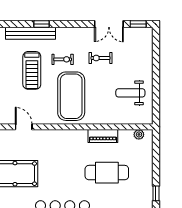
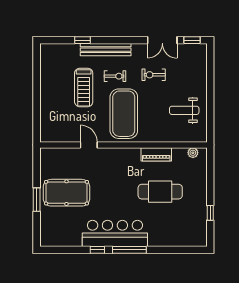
window: (41, 24) -> (82, 40), moved
bench: (31, 33) -> (106, 50), moved
door: (24, 127) -> (89, 145), moved

